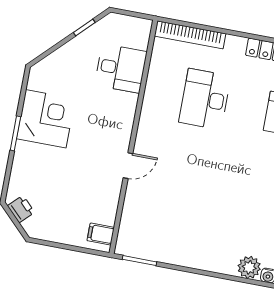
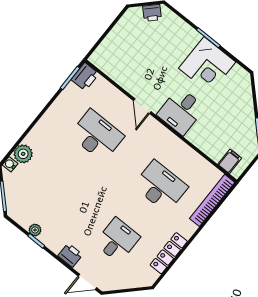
desk: (121, 68) -> (181, 111), moved
desk: (186, 198) -> (97, 135), added
filing cabinet: (101, 234) -> (230, 161), moved
printer: (129, 245) -> (85, 77), added

